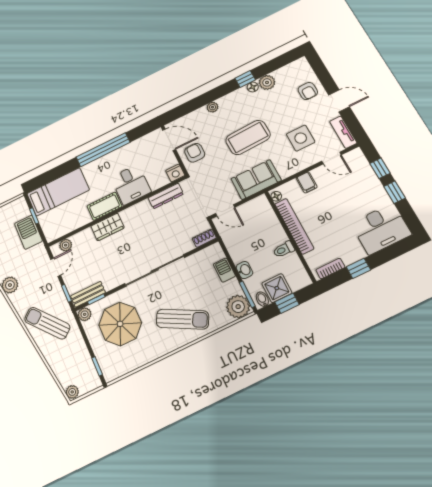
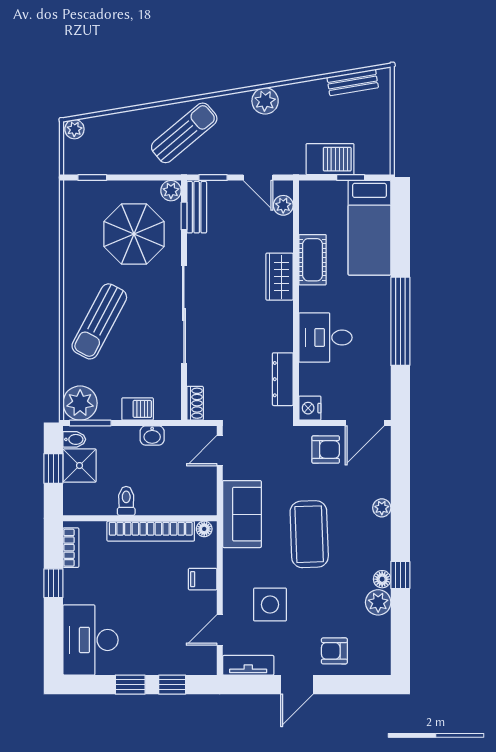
cot: (104, 206) -> (313, 260), moved
washbasin: (244, 270) -> (152, 436), moved

